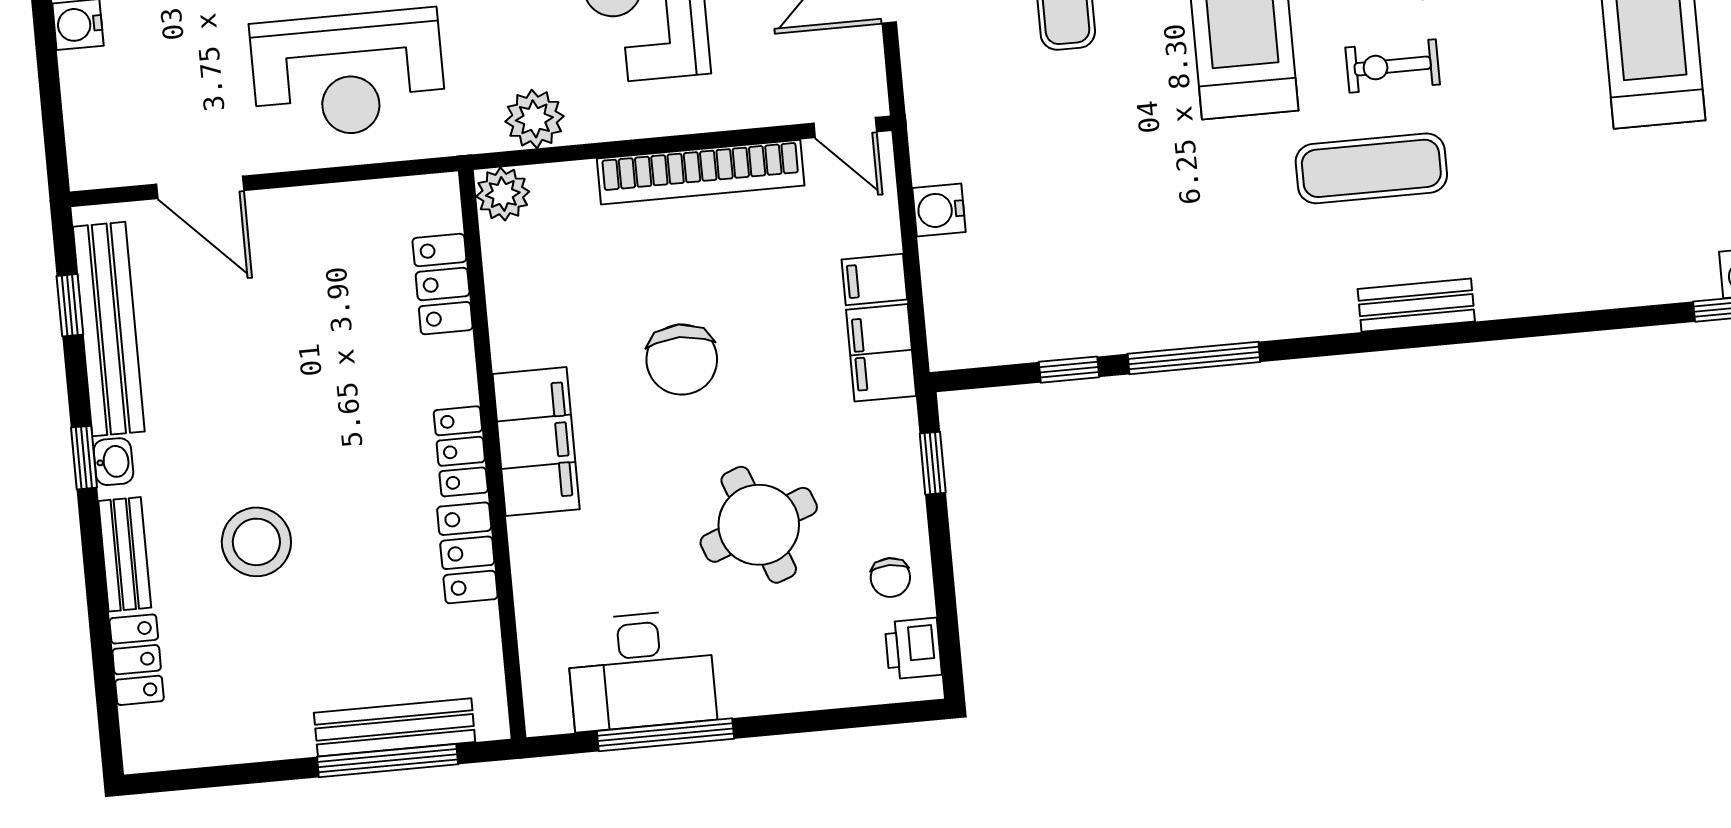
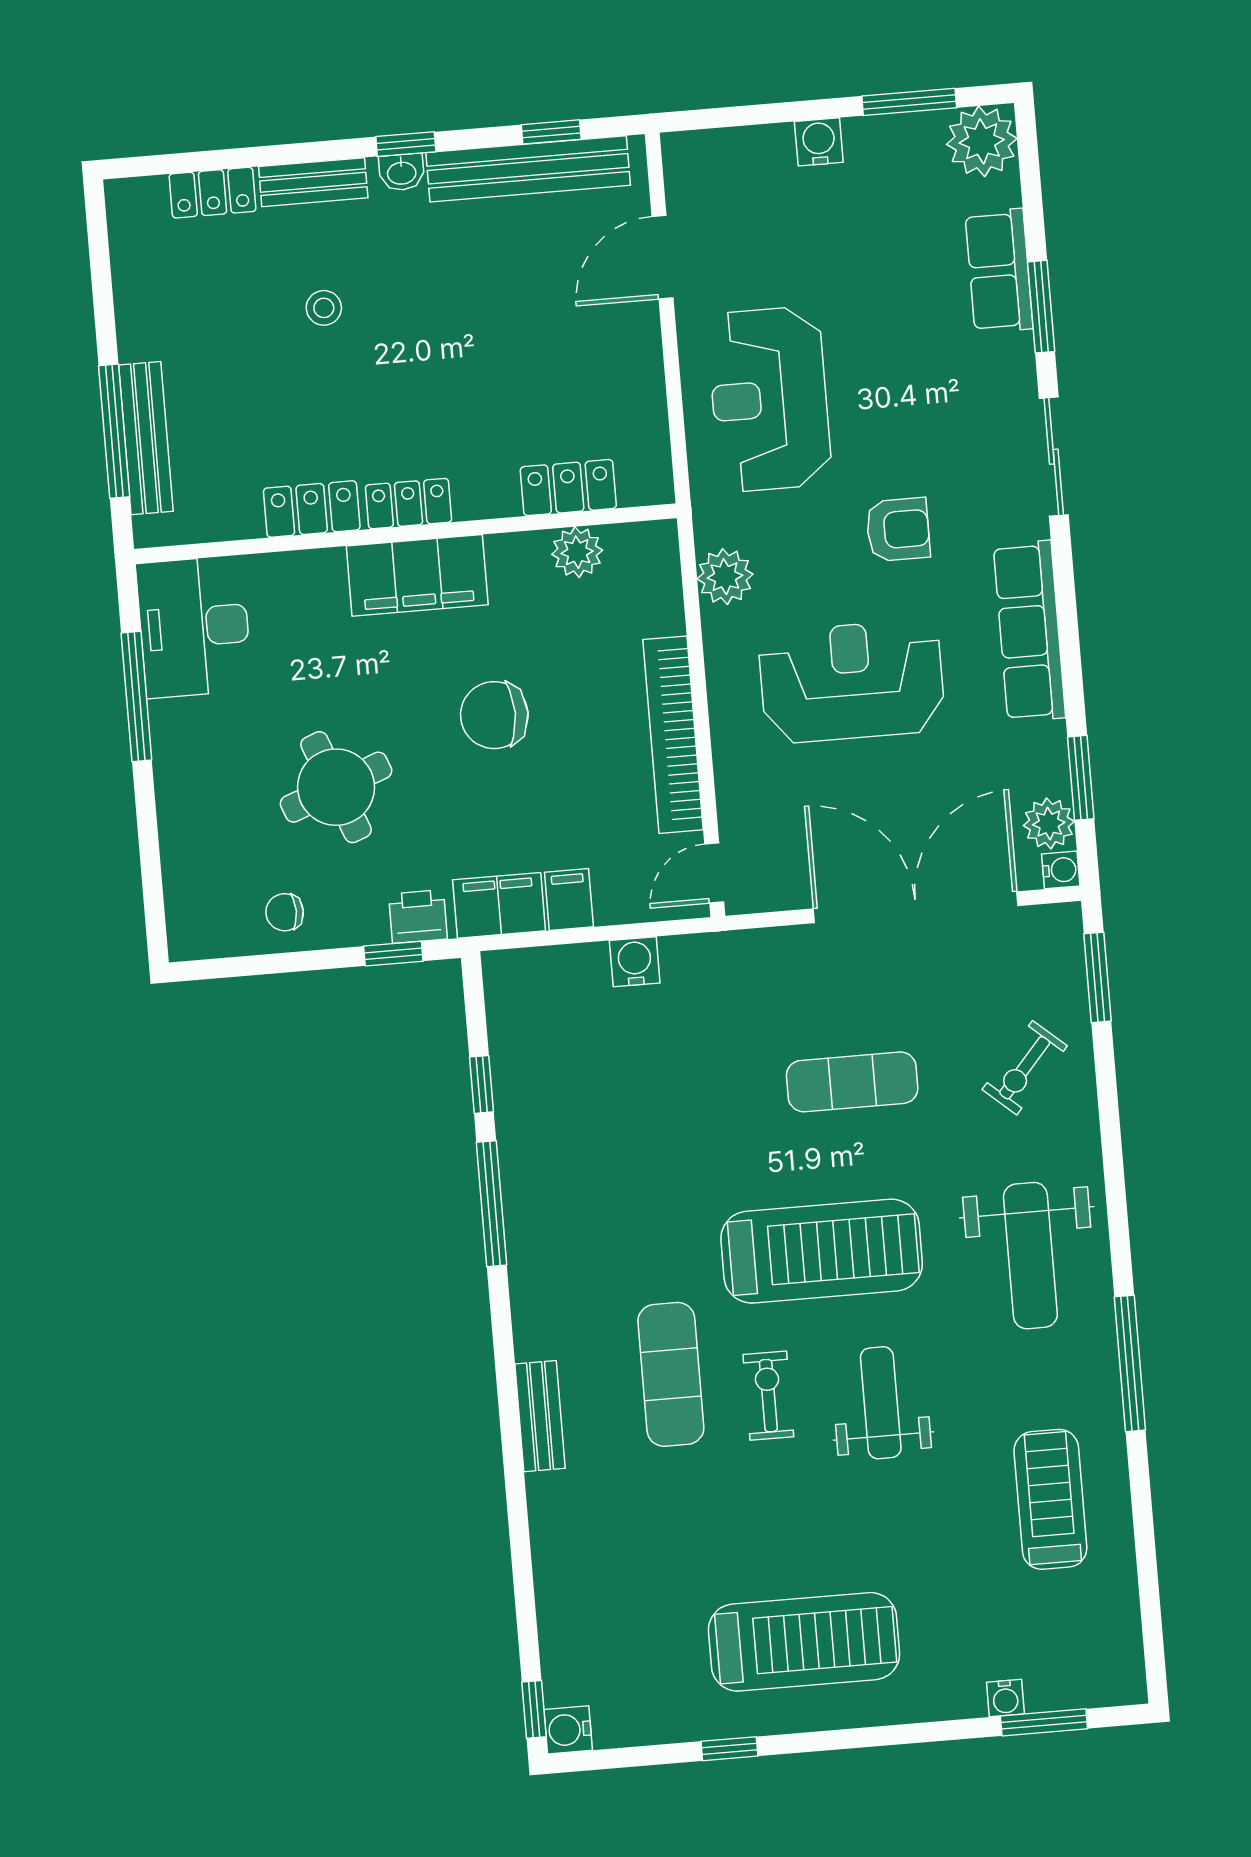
plant: (503, 194) -> (577, 552), moved
stool: (256, 542) -> (324, 308), width x0.53, depth x0.53
printer: (913, 649) -> (418, 917), moved
desk: (641, 670) -> (194, 627), moved

